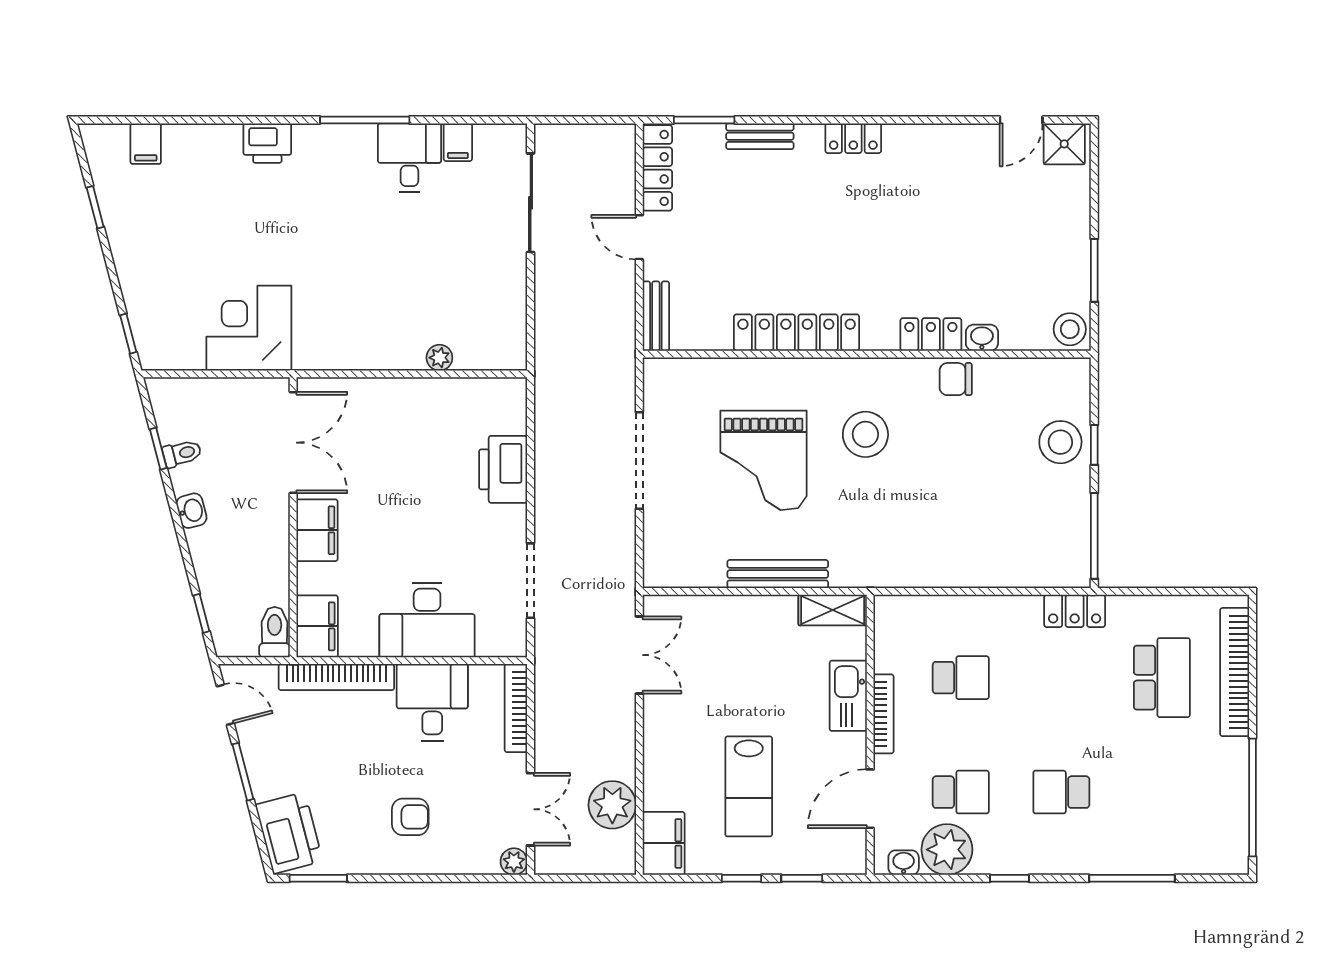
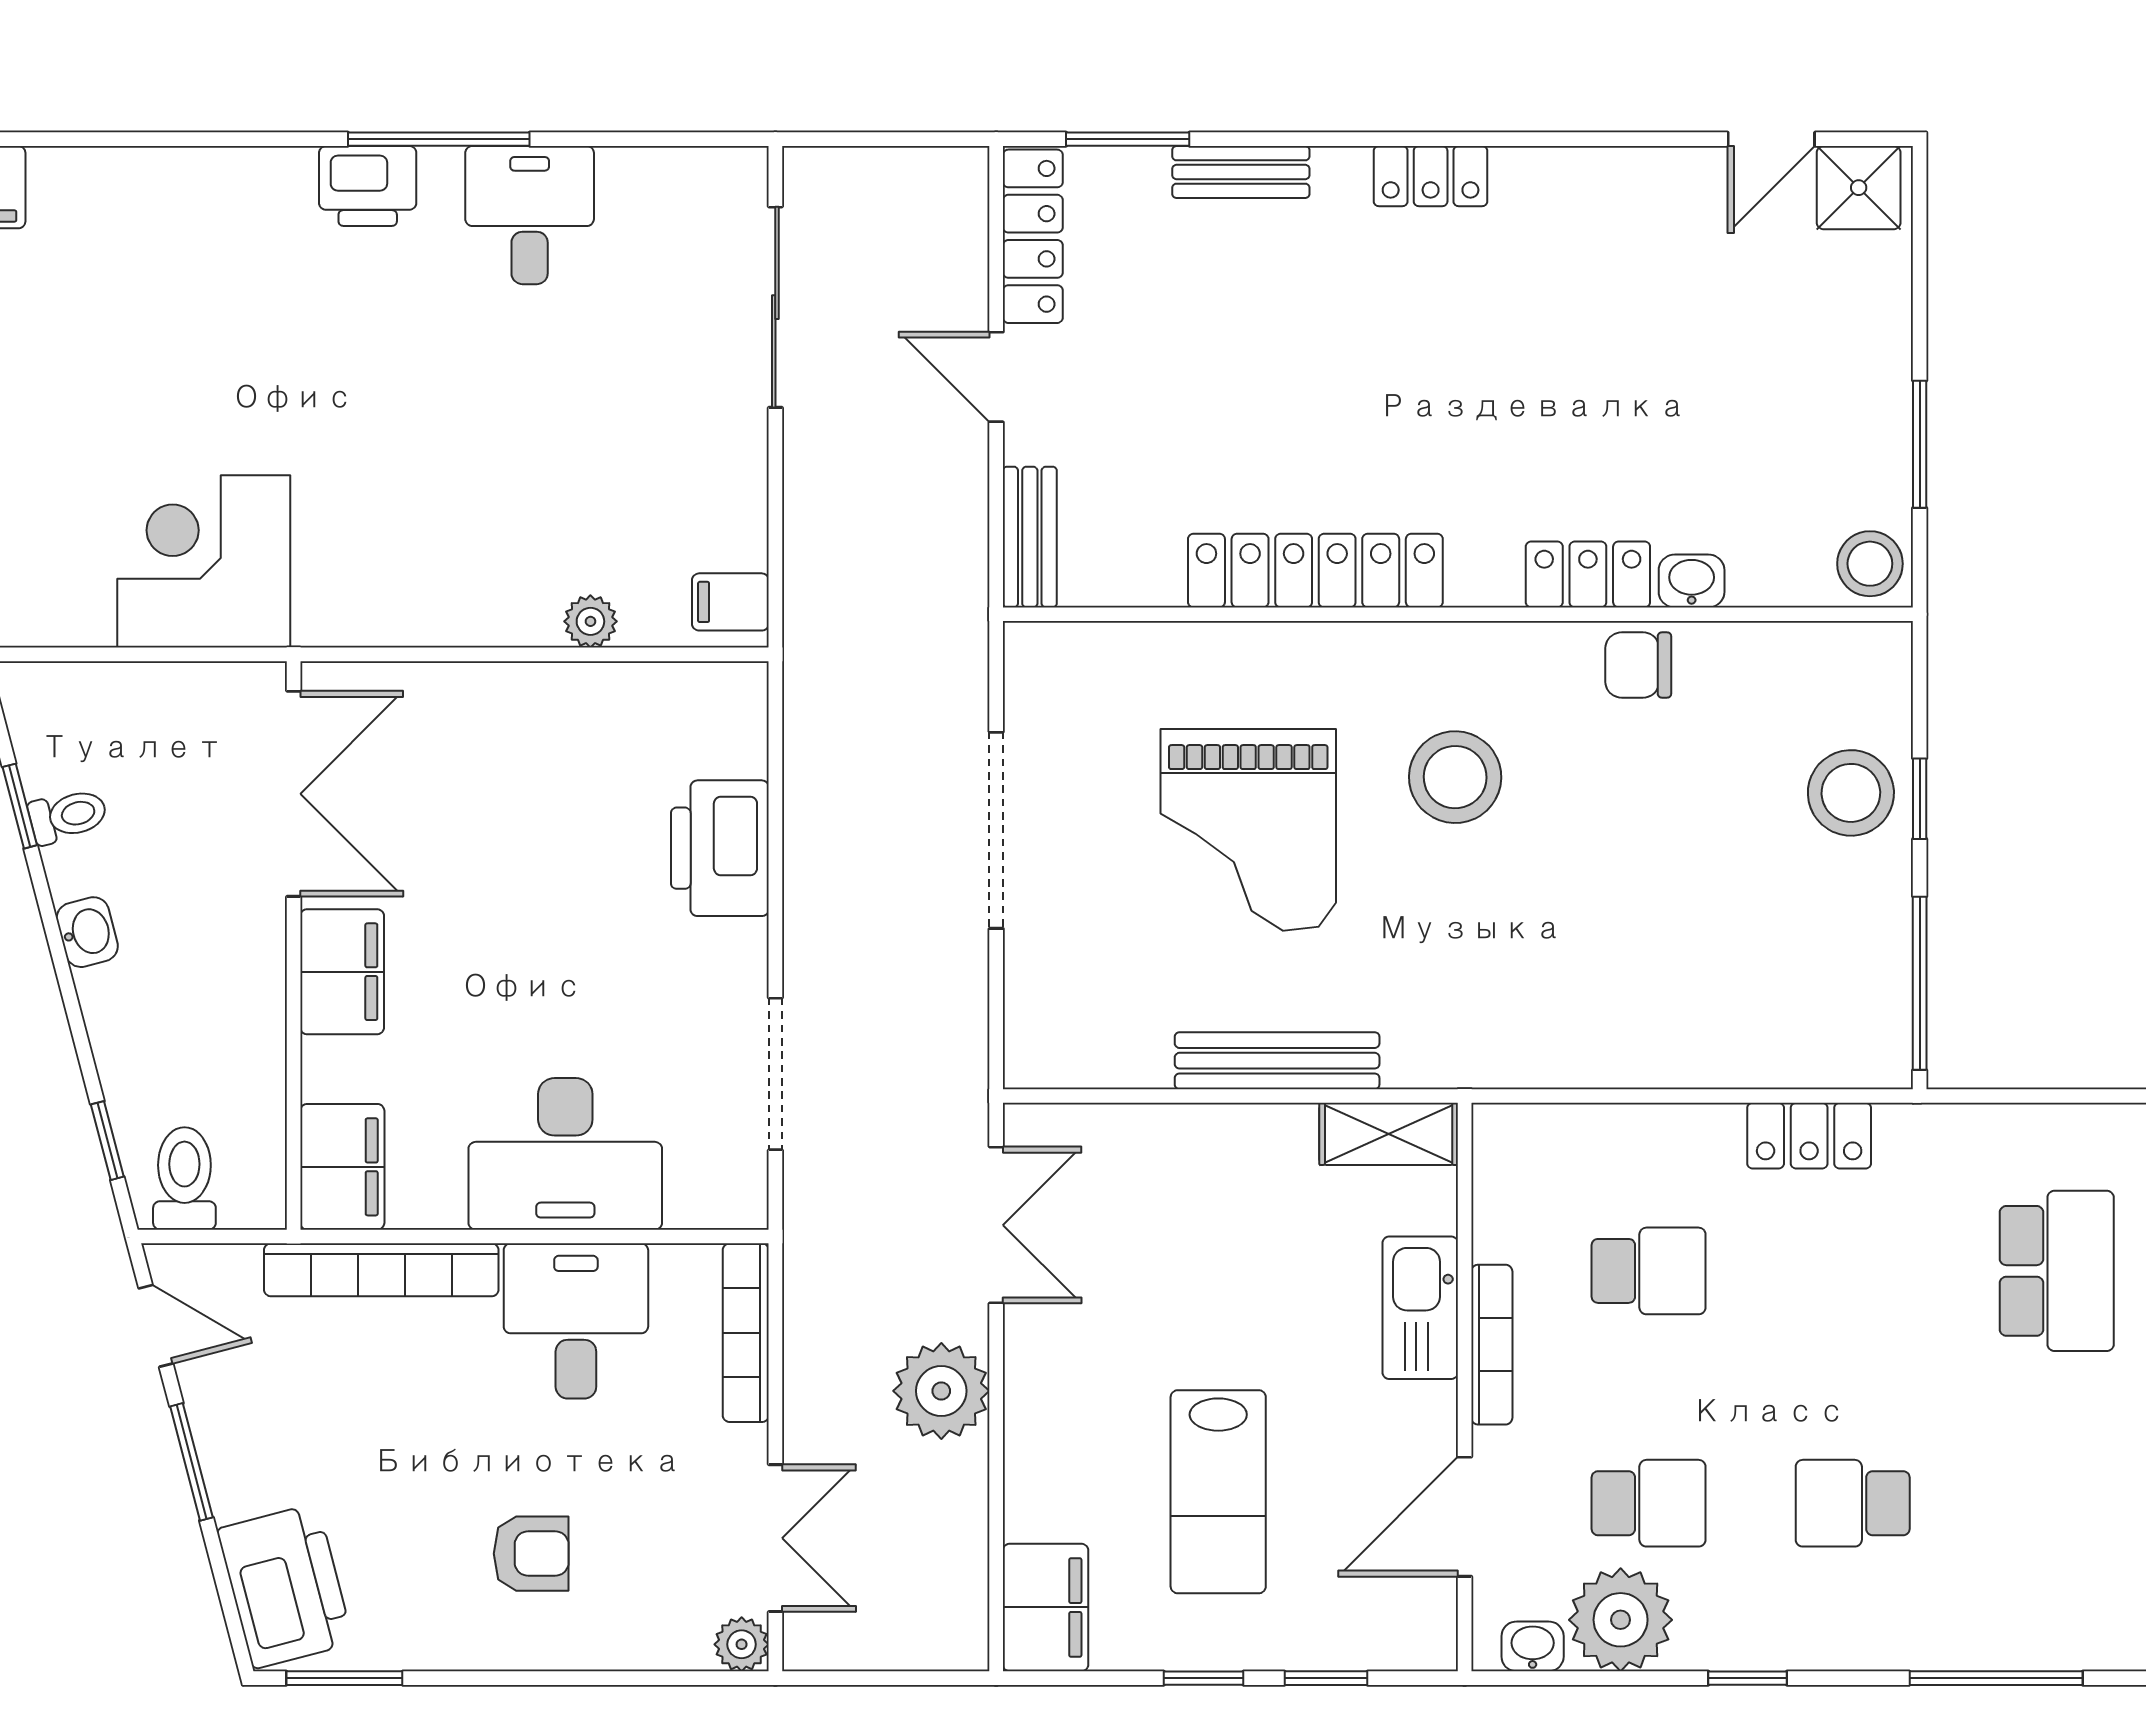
filing cabinet: (458, 142) -> (730, 602), moved, turned 90
printer: (267, 143) -> (368, 186), moved
locker: (1075, 611) -> (1809, 1136), moved
toilet: (275, 632) -> (184, 1178), moved
plant: (612, 805) -> (941, 1391), moved

